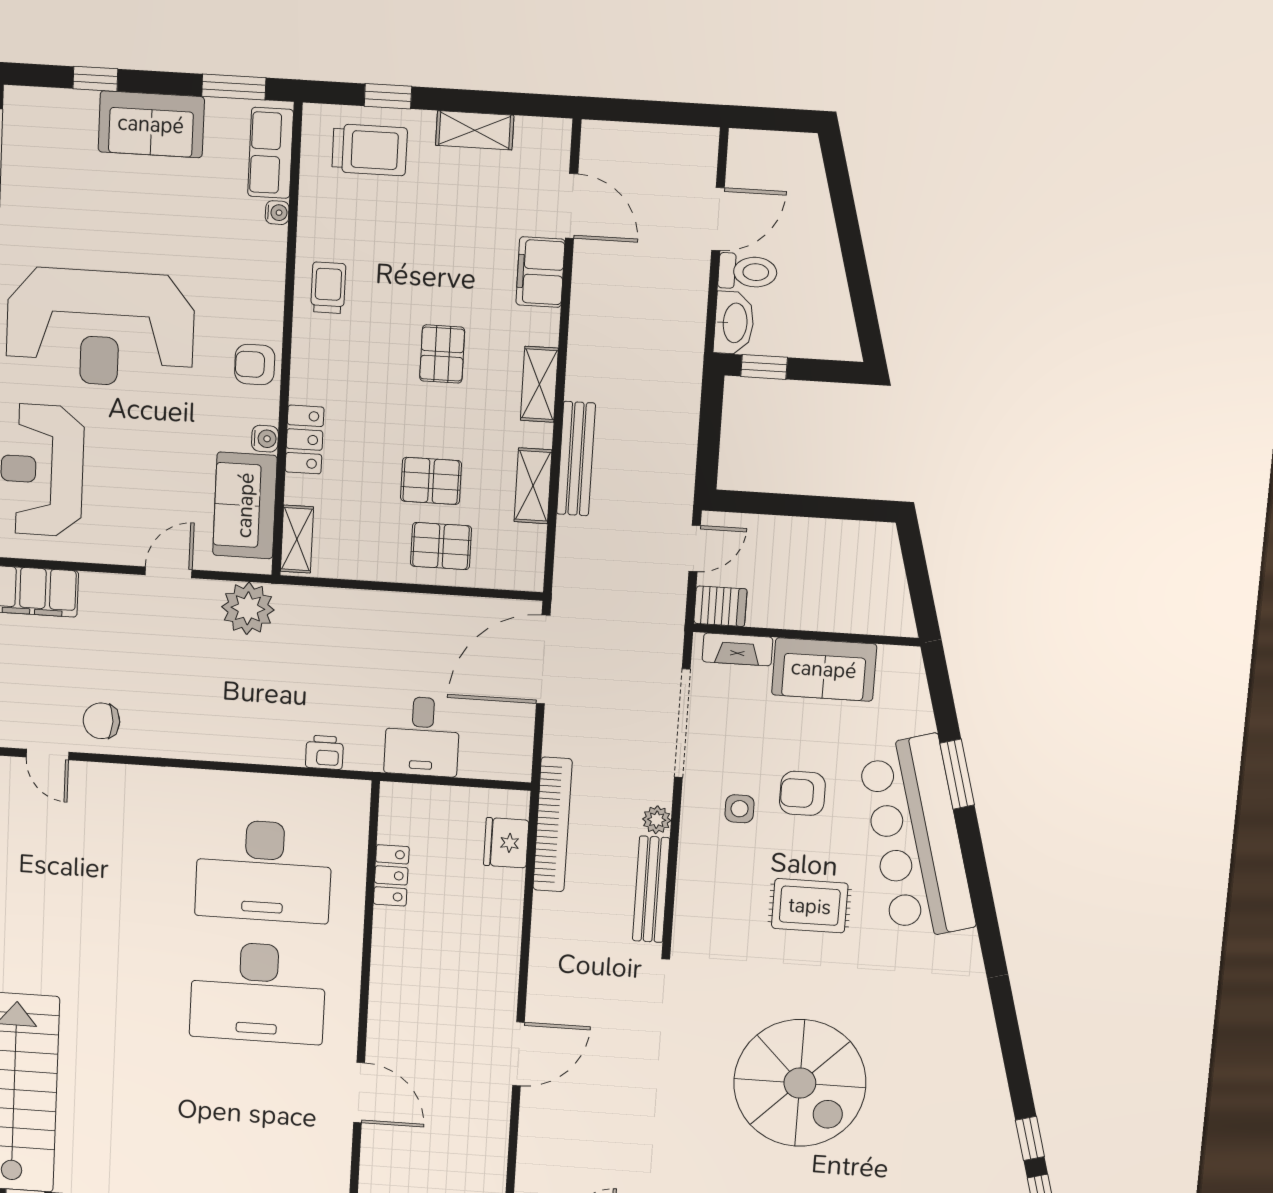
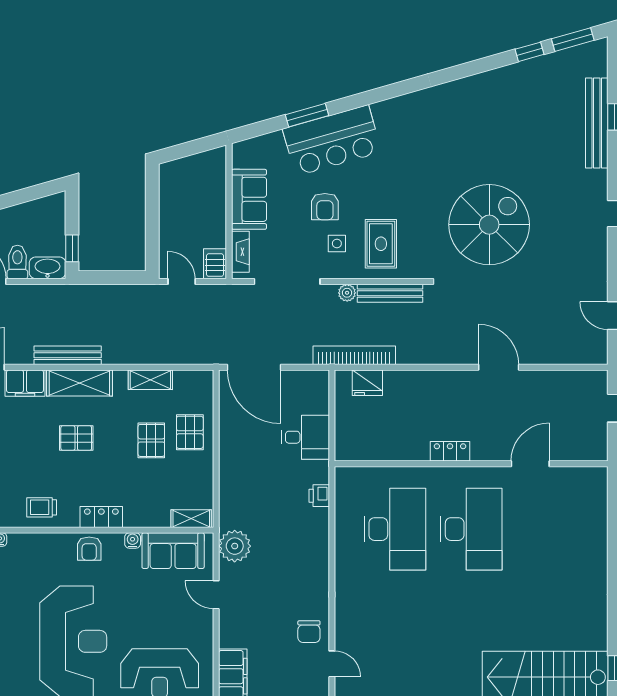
shelving: (539, 384) -> (79, 383), width x1.50, depth x1.33
locker: (305, 440) -> (101, 517), moved
bench: (576, 459) -> (68, 355), moved
door: (47, 755) -> (332, 664), hinge flipped
bar counter: (917, 838) -> (332, 141), width x0.73
locker: (391, 875) -> (450, 451), moved
rug: (810, 906) -> (381, 244), moved
spiral stairs: (800, 1083) -> (489, 225), moved

